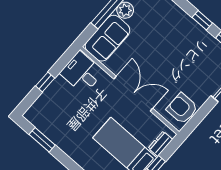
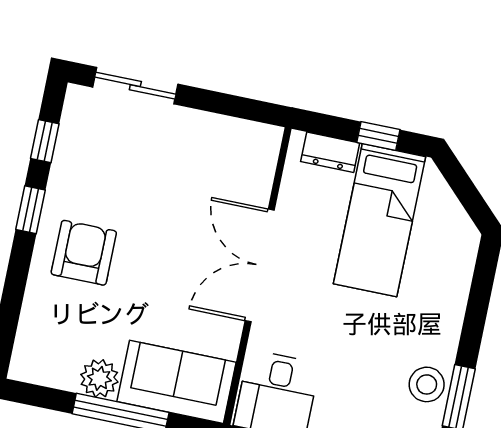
armchair: (182, 109) -> (84, 253), moved, turned 180
stool: (54, 131) -> (427, 384), added

